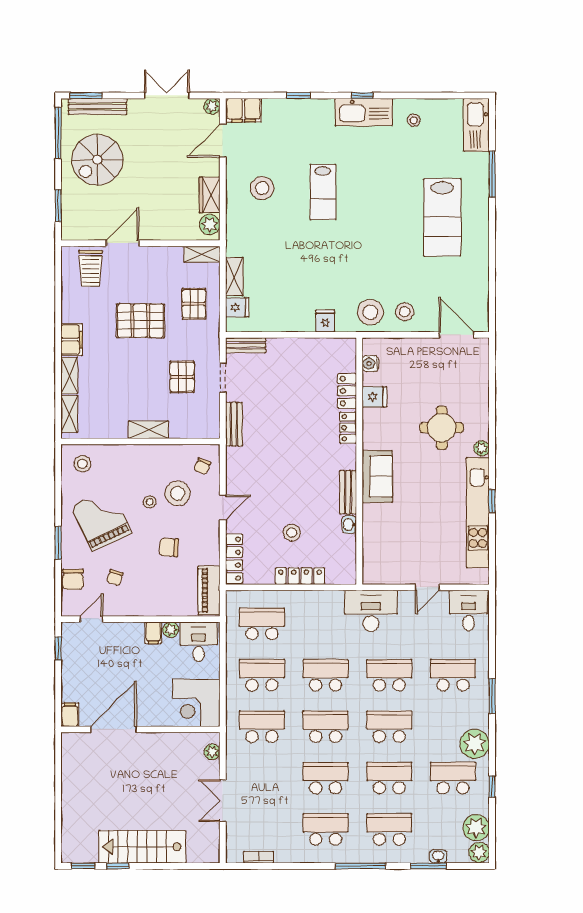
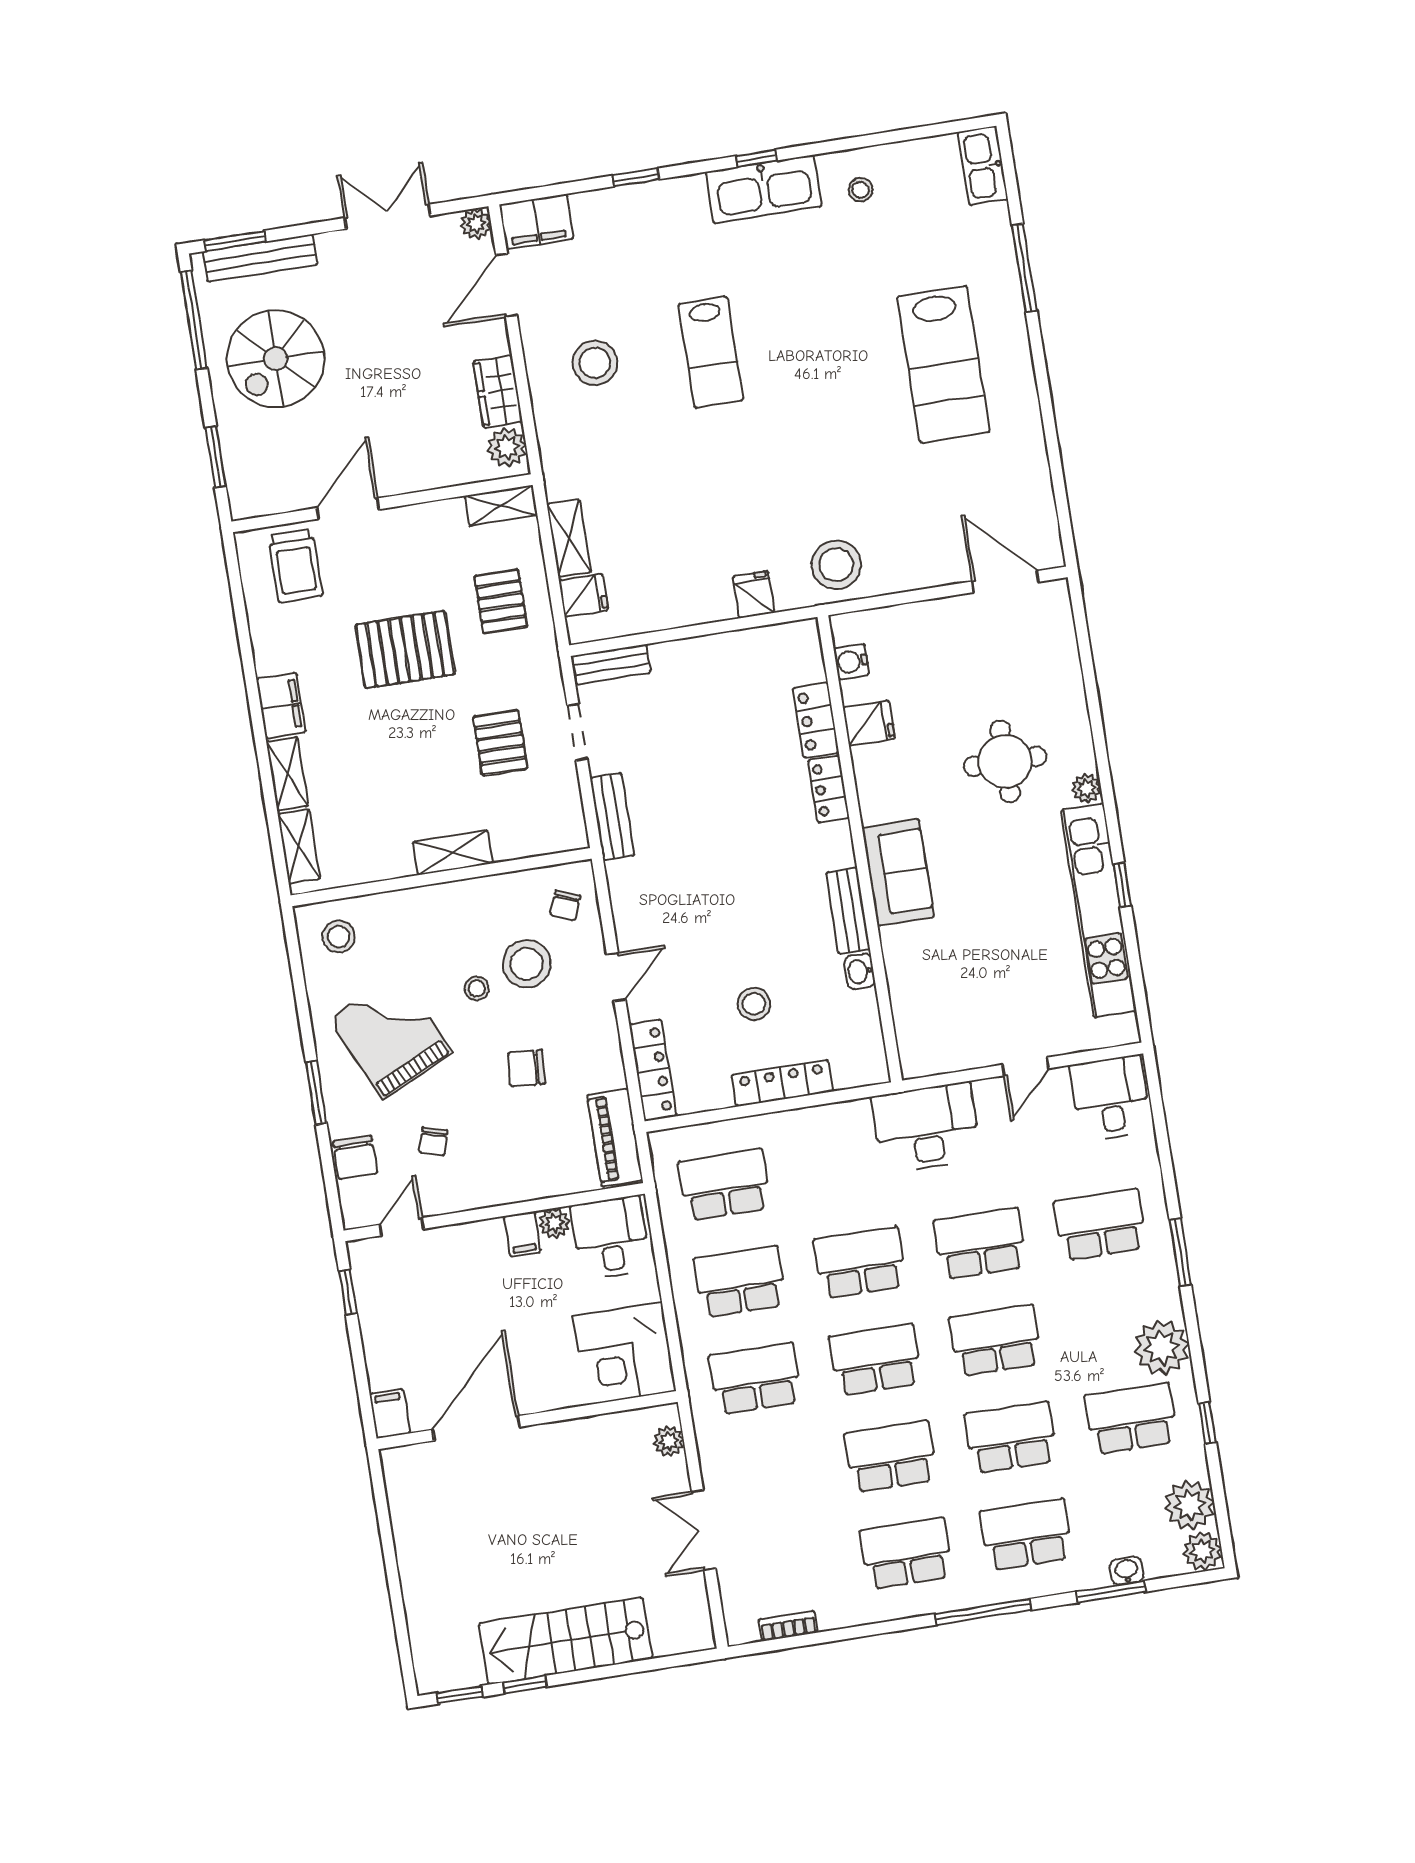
kitchen sink: (476, 125) -> (983, 166), width x0.73, depth x0.81
stool: (405, 312) -> (901, 553), removed

